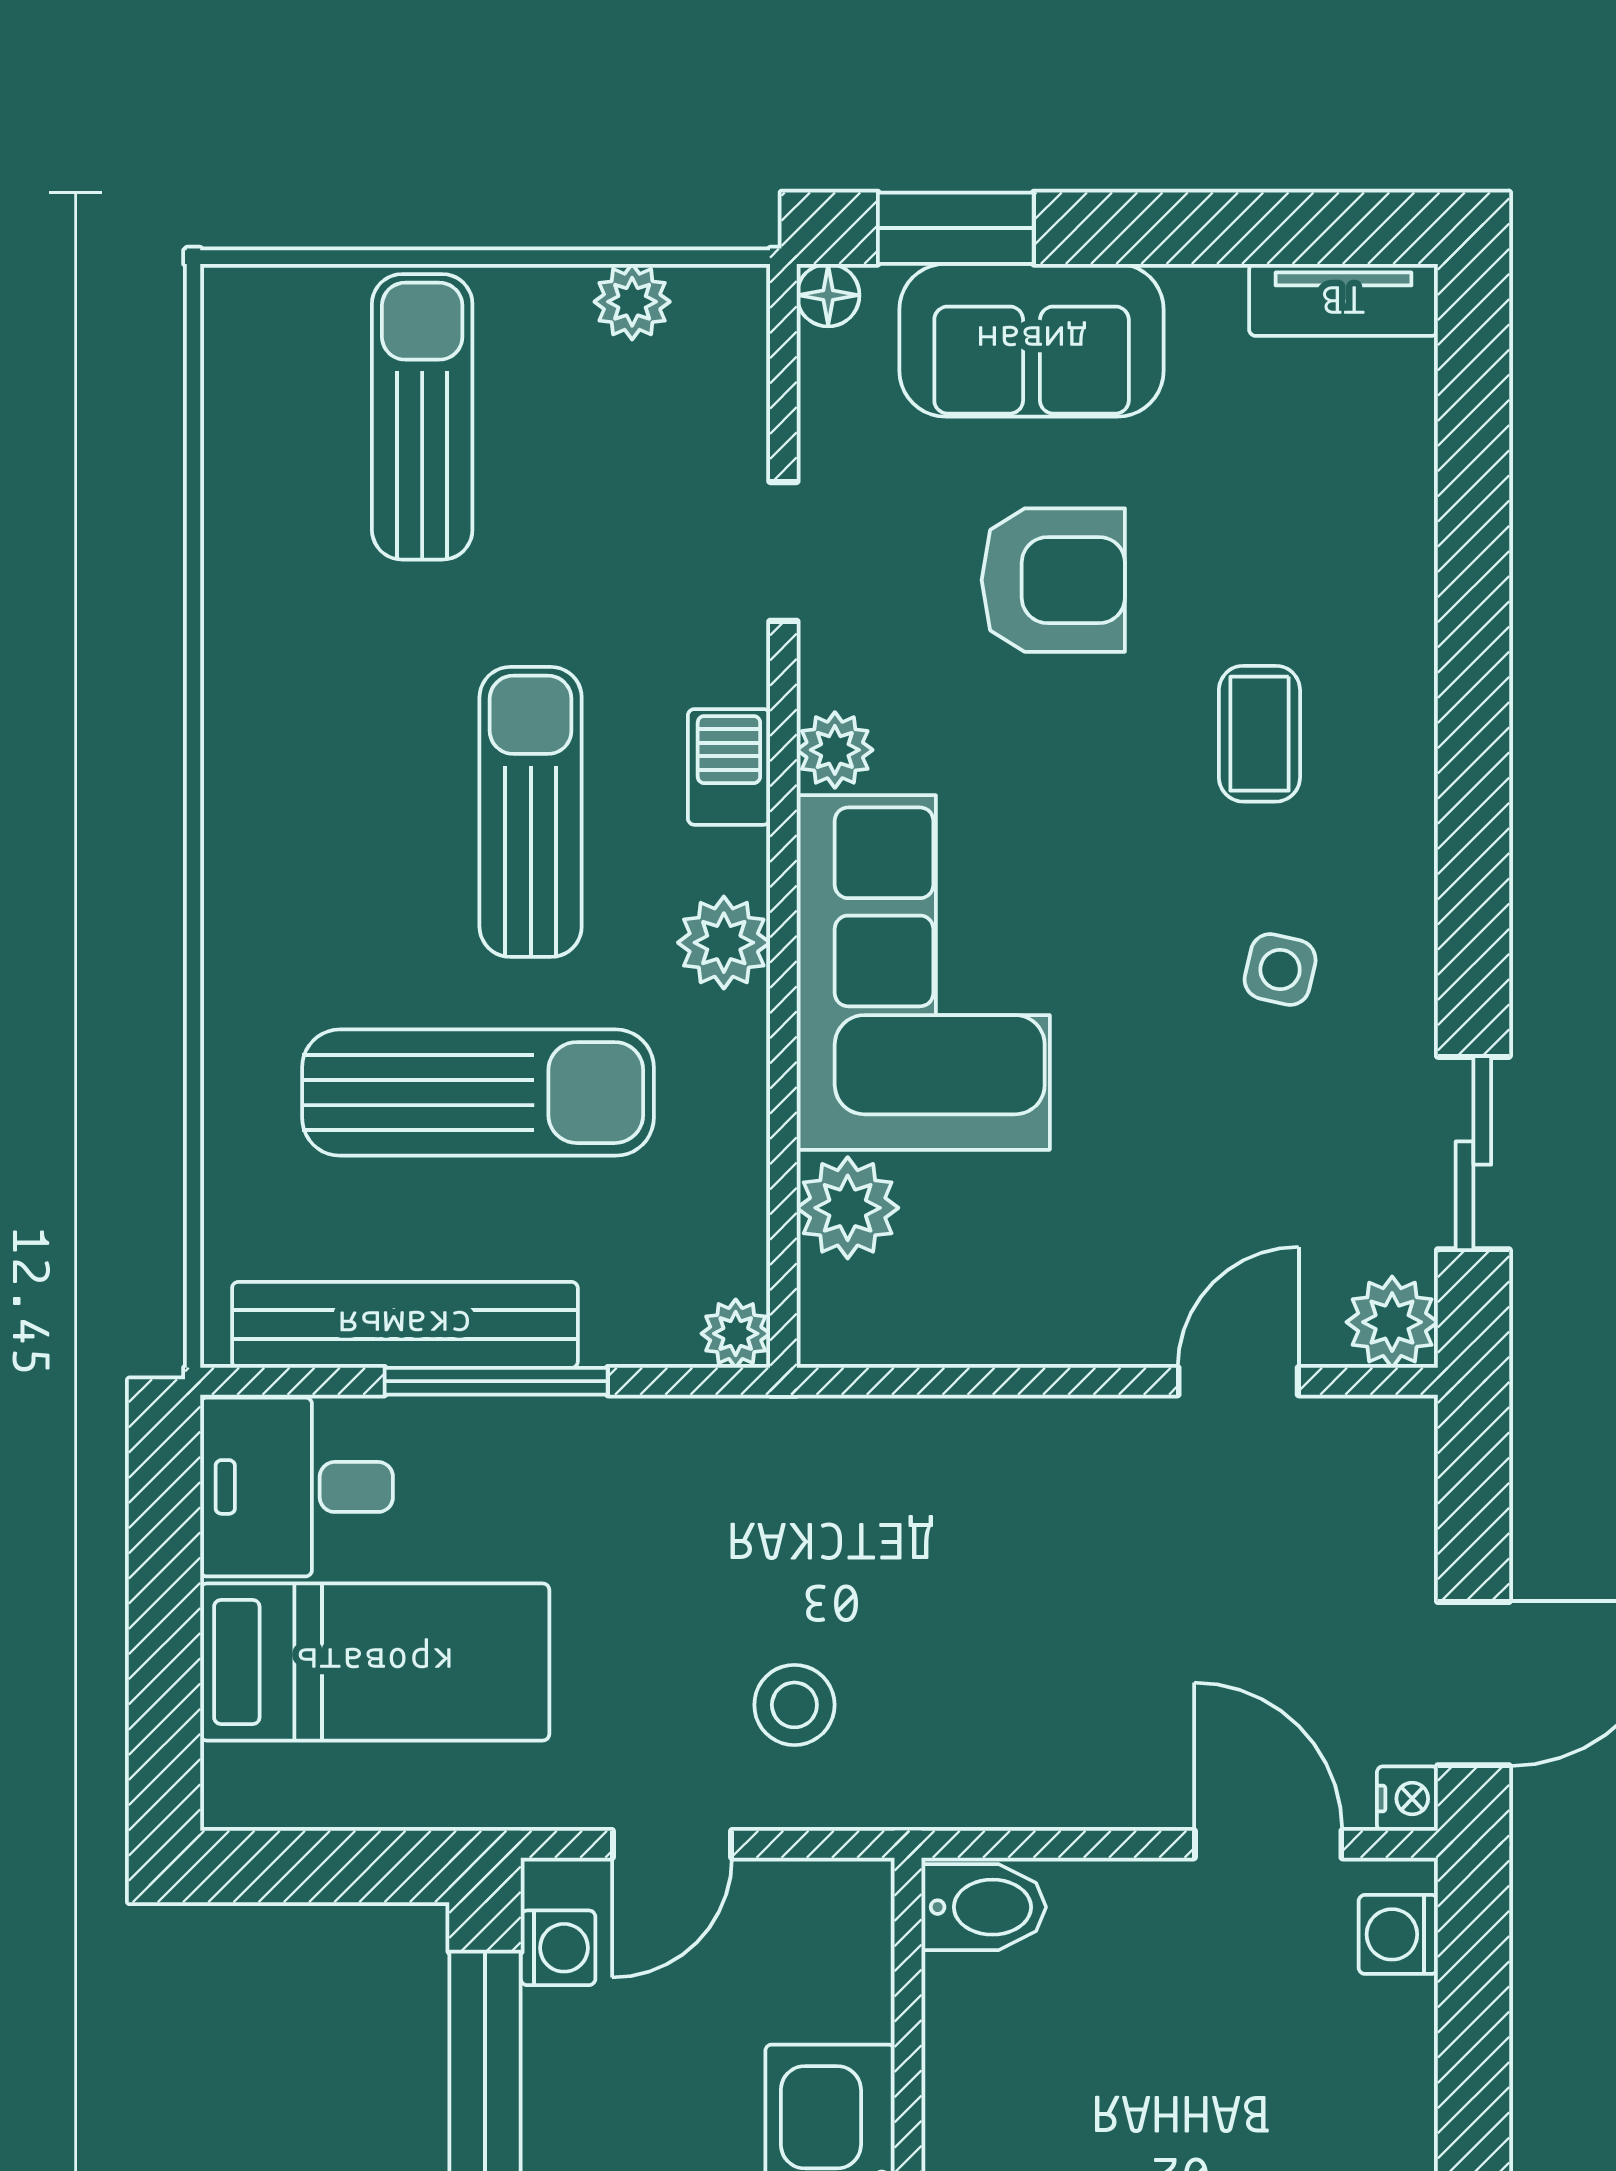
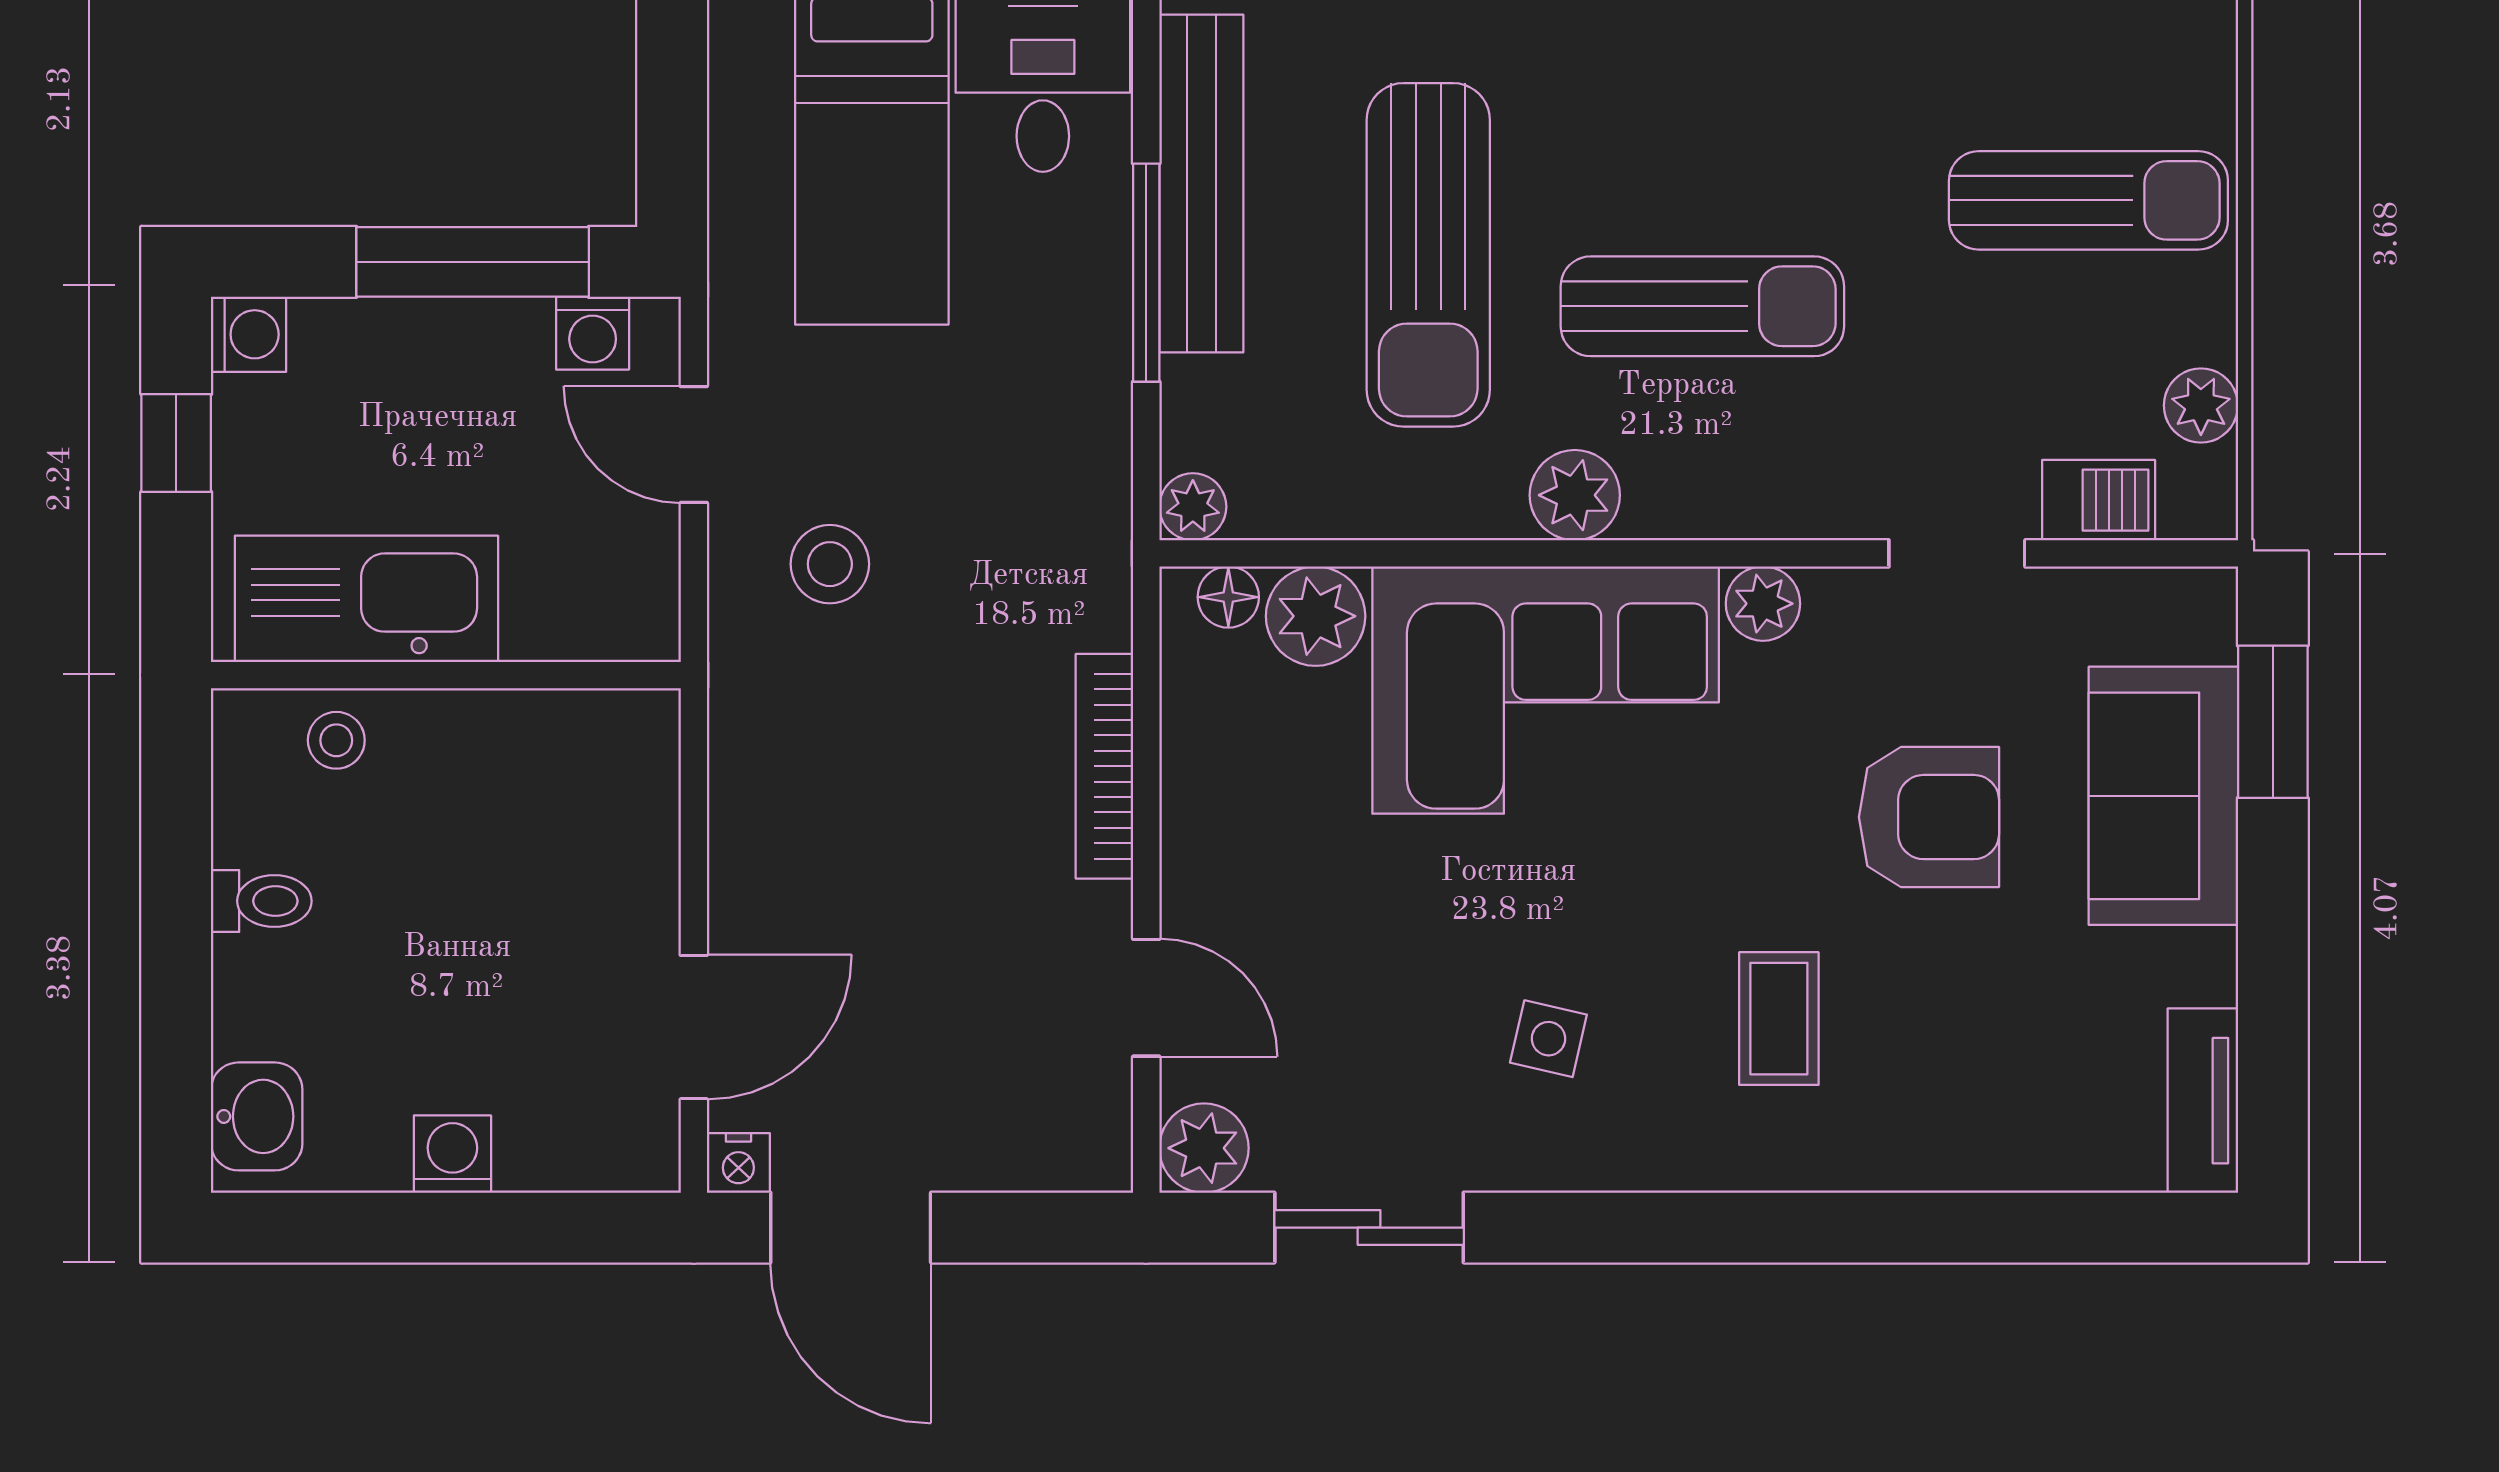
floor lamp: (828, 295) -> (1228, 597), moved
armchair: (1053, 580) -> (1929, 817), turned -90
coffee table: (1259, 734) -> (1779, 1019), turned 90
barbecue: (729, 767) -> (2099, 500), moved
bookcase: (1001, 1424) -> (1104, 766), added
bidet: (984, 1907) -> (632, 749), removed
washing machine: (1398, 1934) -> (452, 1154), moved

